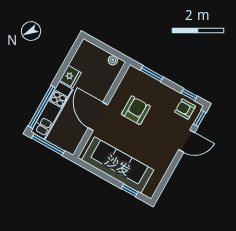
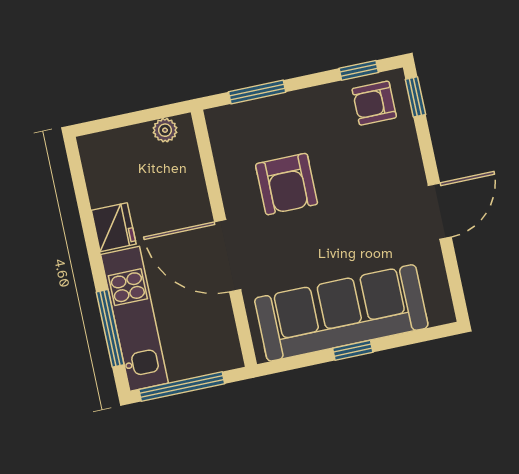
window: (42, 107) -> (110, 328), width x0.68
armchair: (136, 110) -> (287, 184), turned 180
door: (187, 141) -> (440, 211), moved
window: (130, 190) -> (353, 350), moved

